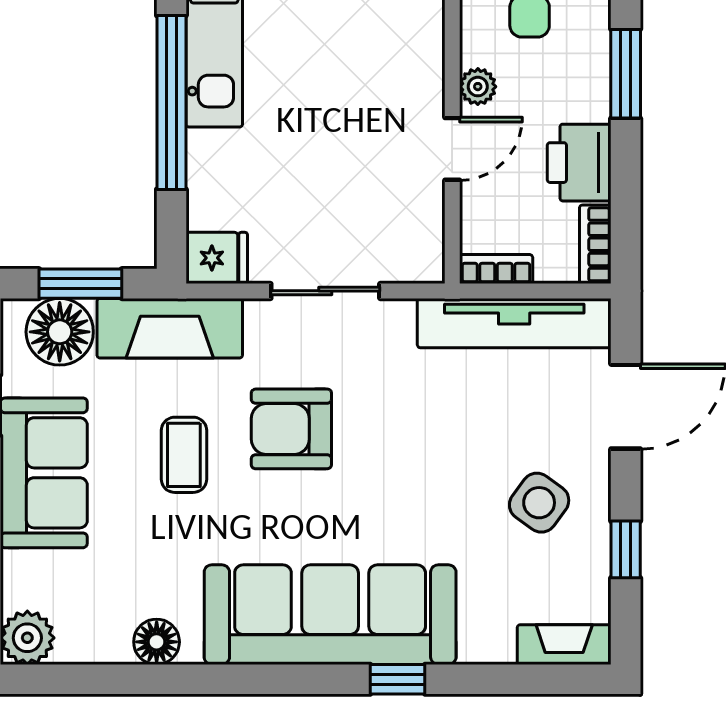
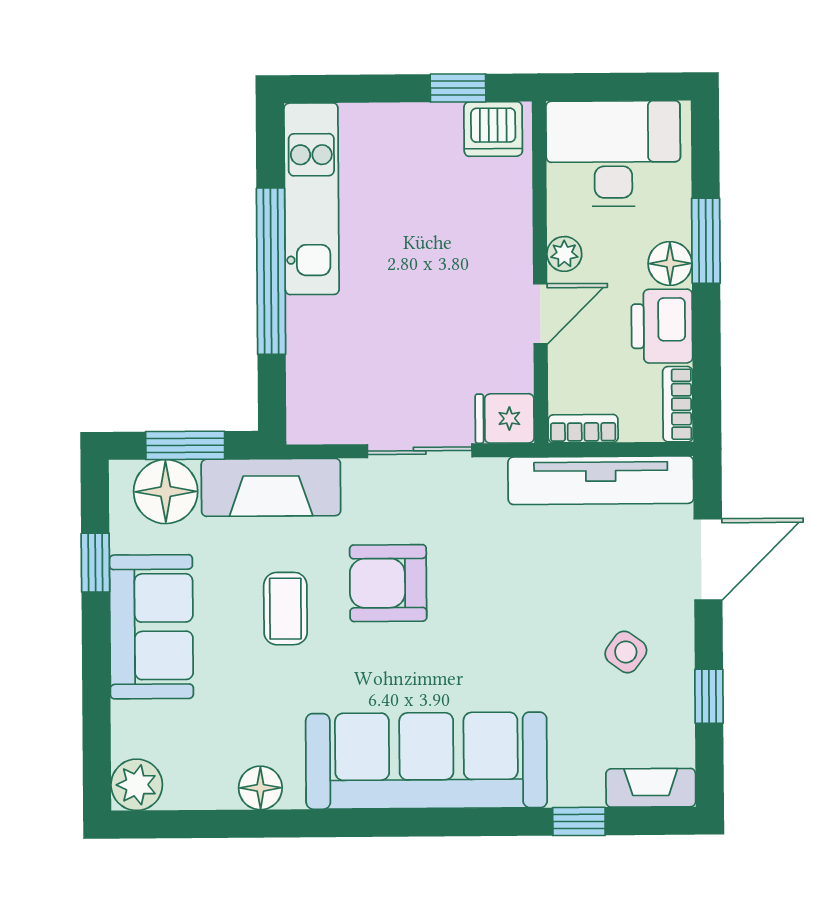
floor lamp: (588, 97) -> (670, 263), added
fridge: (217, 258) -> (505, 418), moved, turned 180
side table: (539, 503) -> (626, 652), width x0.73, depth x0.73
window: (398, 679) -> (579, 821), moved

